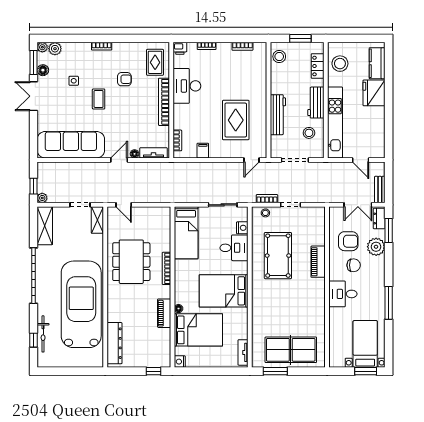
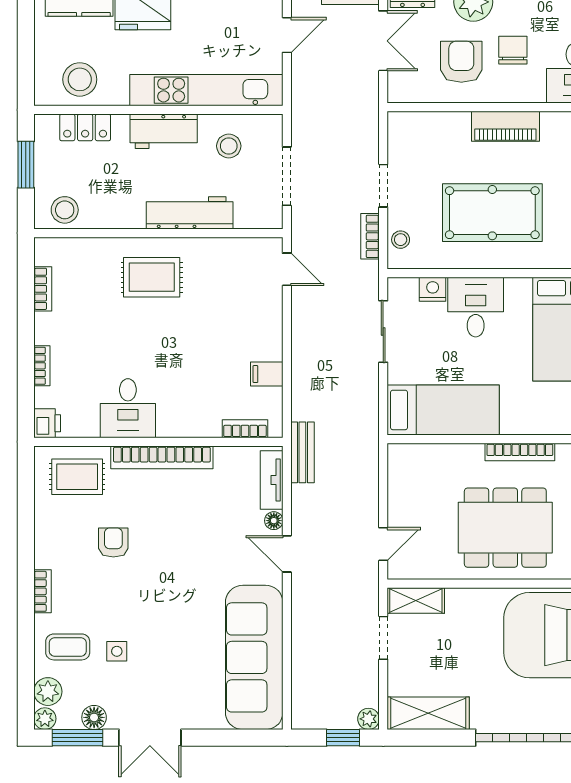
desk: (187, 86) -> (128, 408), width x0.73
coffee table: (99, 99) -> (68, 647), moved
rug: (236, 120) -> (152, 277), moved, width x0.73, depth x0.70
bench: (166, 167) -> (302, 452), added

